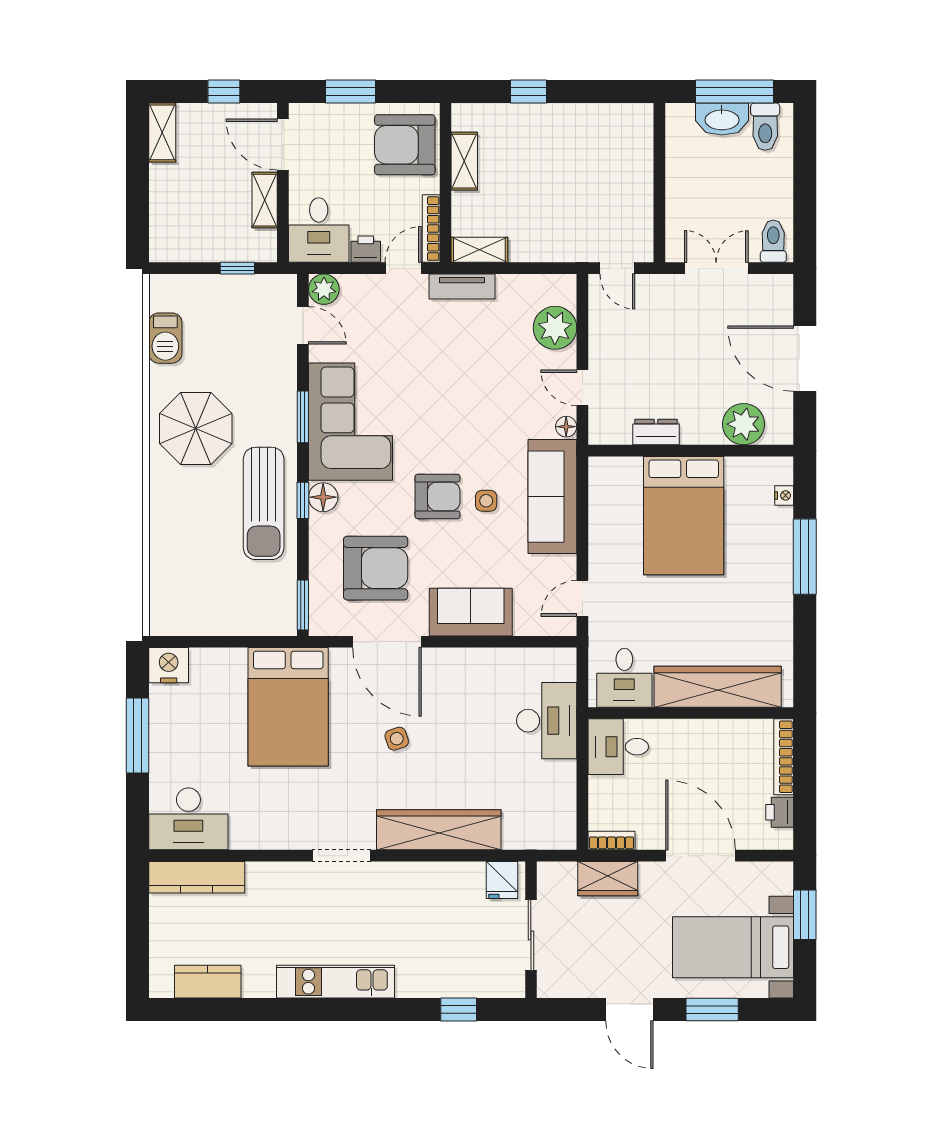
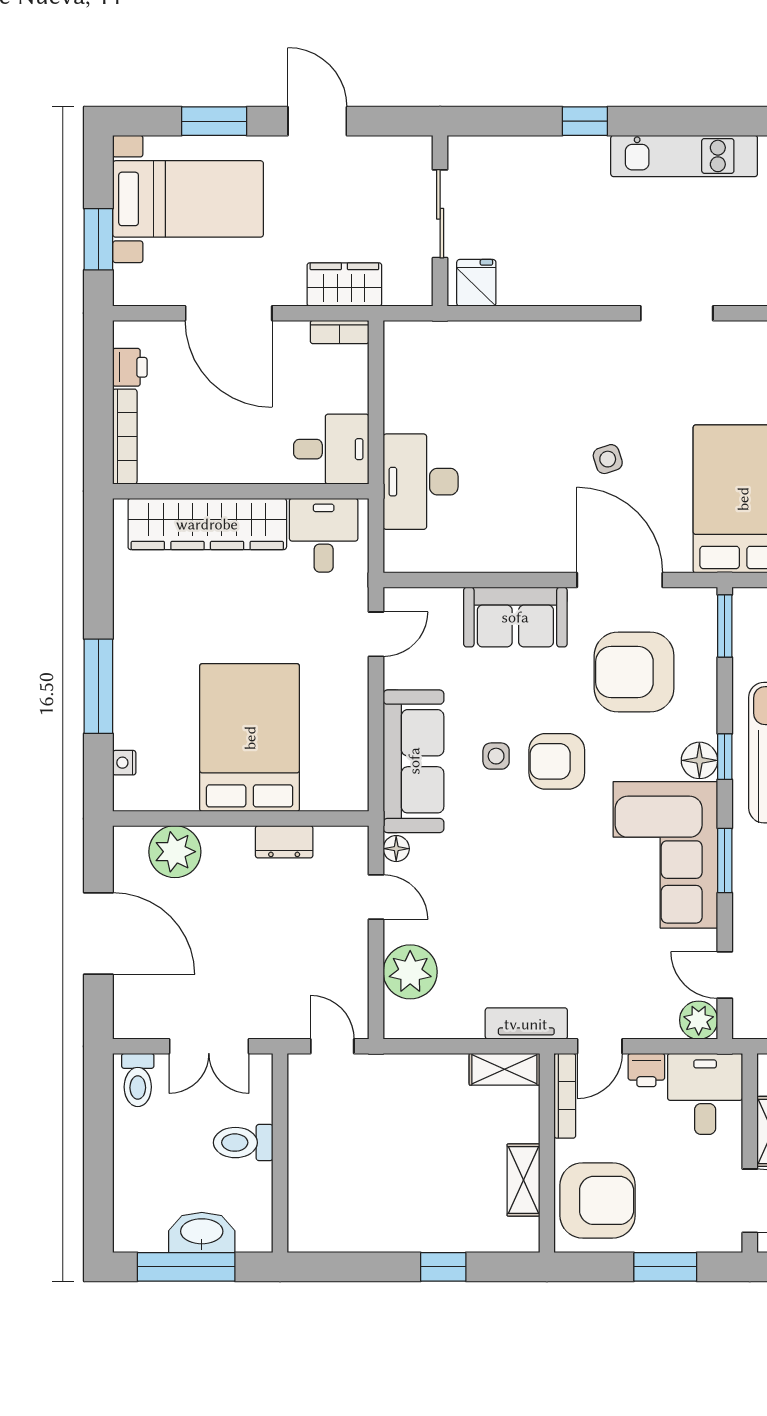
toilet: (765, 127) -> (243, 1143), moved, turned -90
wardrobe: (439, 830) -> (555, 345), removed
window: (459, 1010) -> (585, 121), moved

